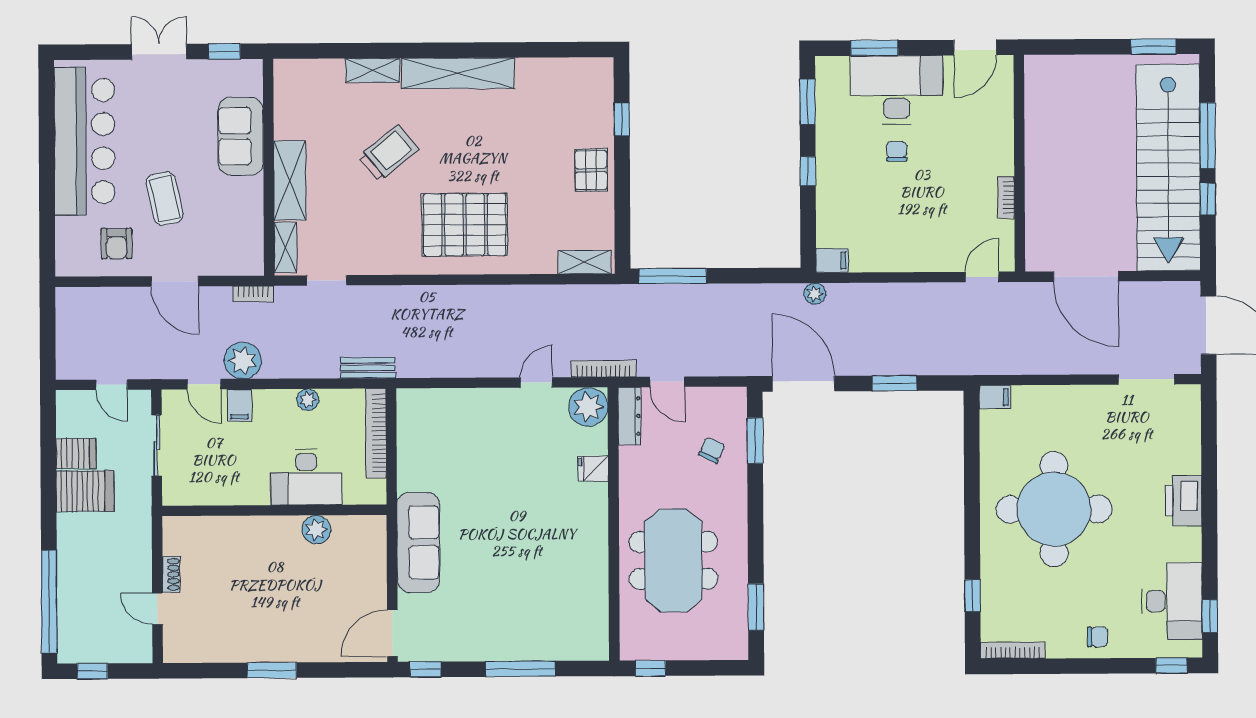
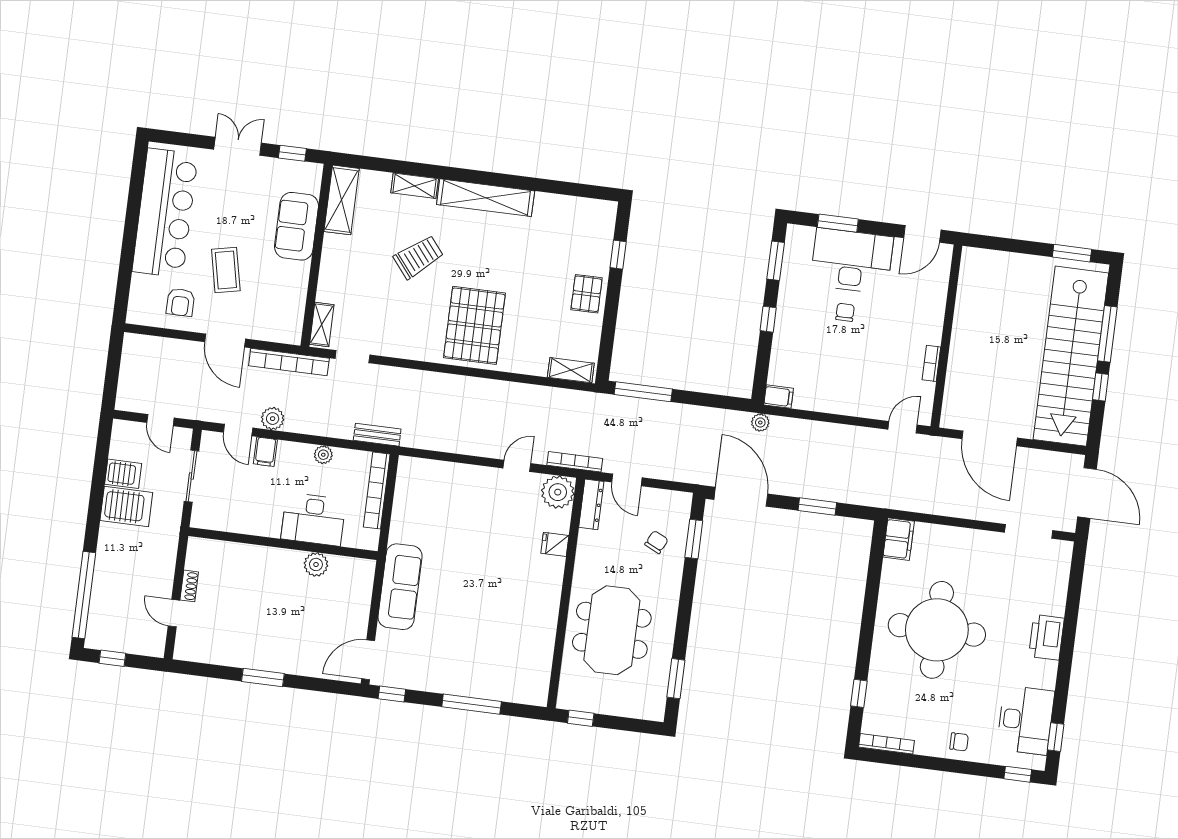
shelving: (290, 181) -> (342, 200), moved
pallet: (465, 225) -> (474, 325), turned 90
bookcase: (253, 294) -> (289, 362), width x2.31, depth x1.31
plant: (243, 360) -> (273, 419), width x0.73, depth x0.73
filing cabinet: (995, 397) -> (899, 539), width x2.00

